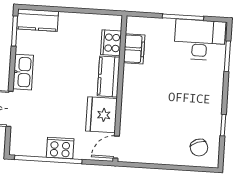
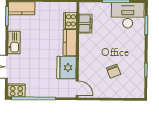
door: (116, 147) -> (77, 88), swing flipped
cooker: (60, 148) -> (16, 90), moved
chair: (199, 148) -> (114, 71), moved

